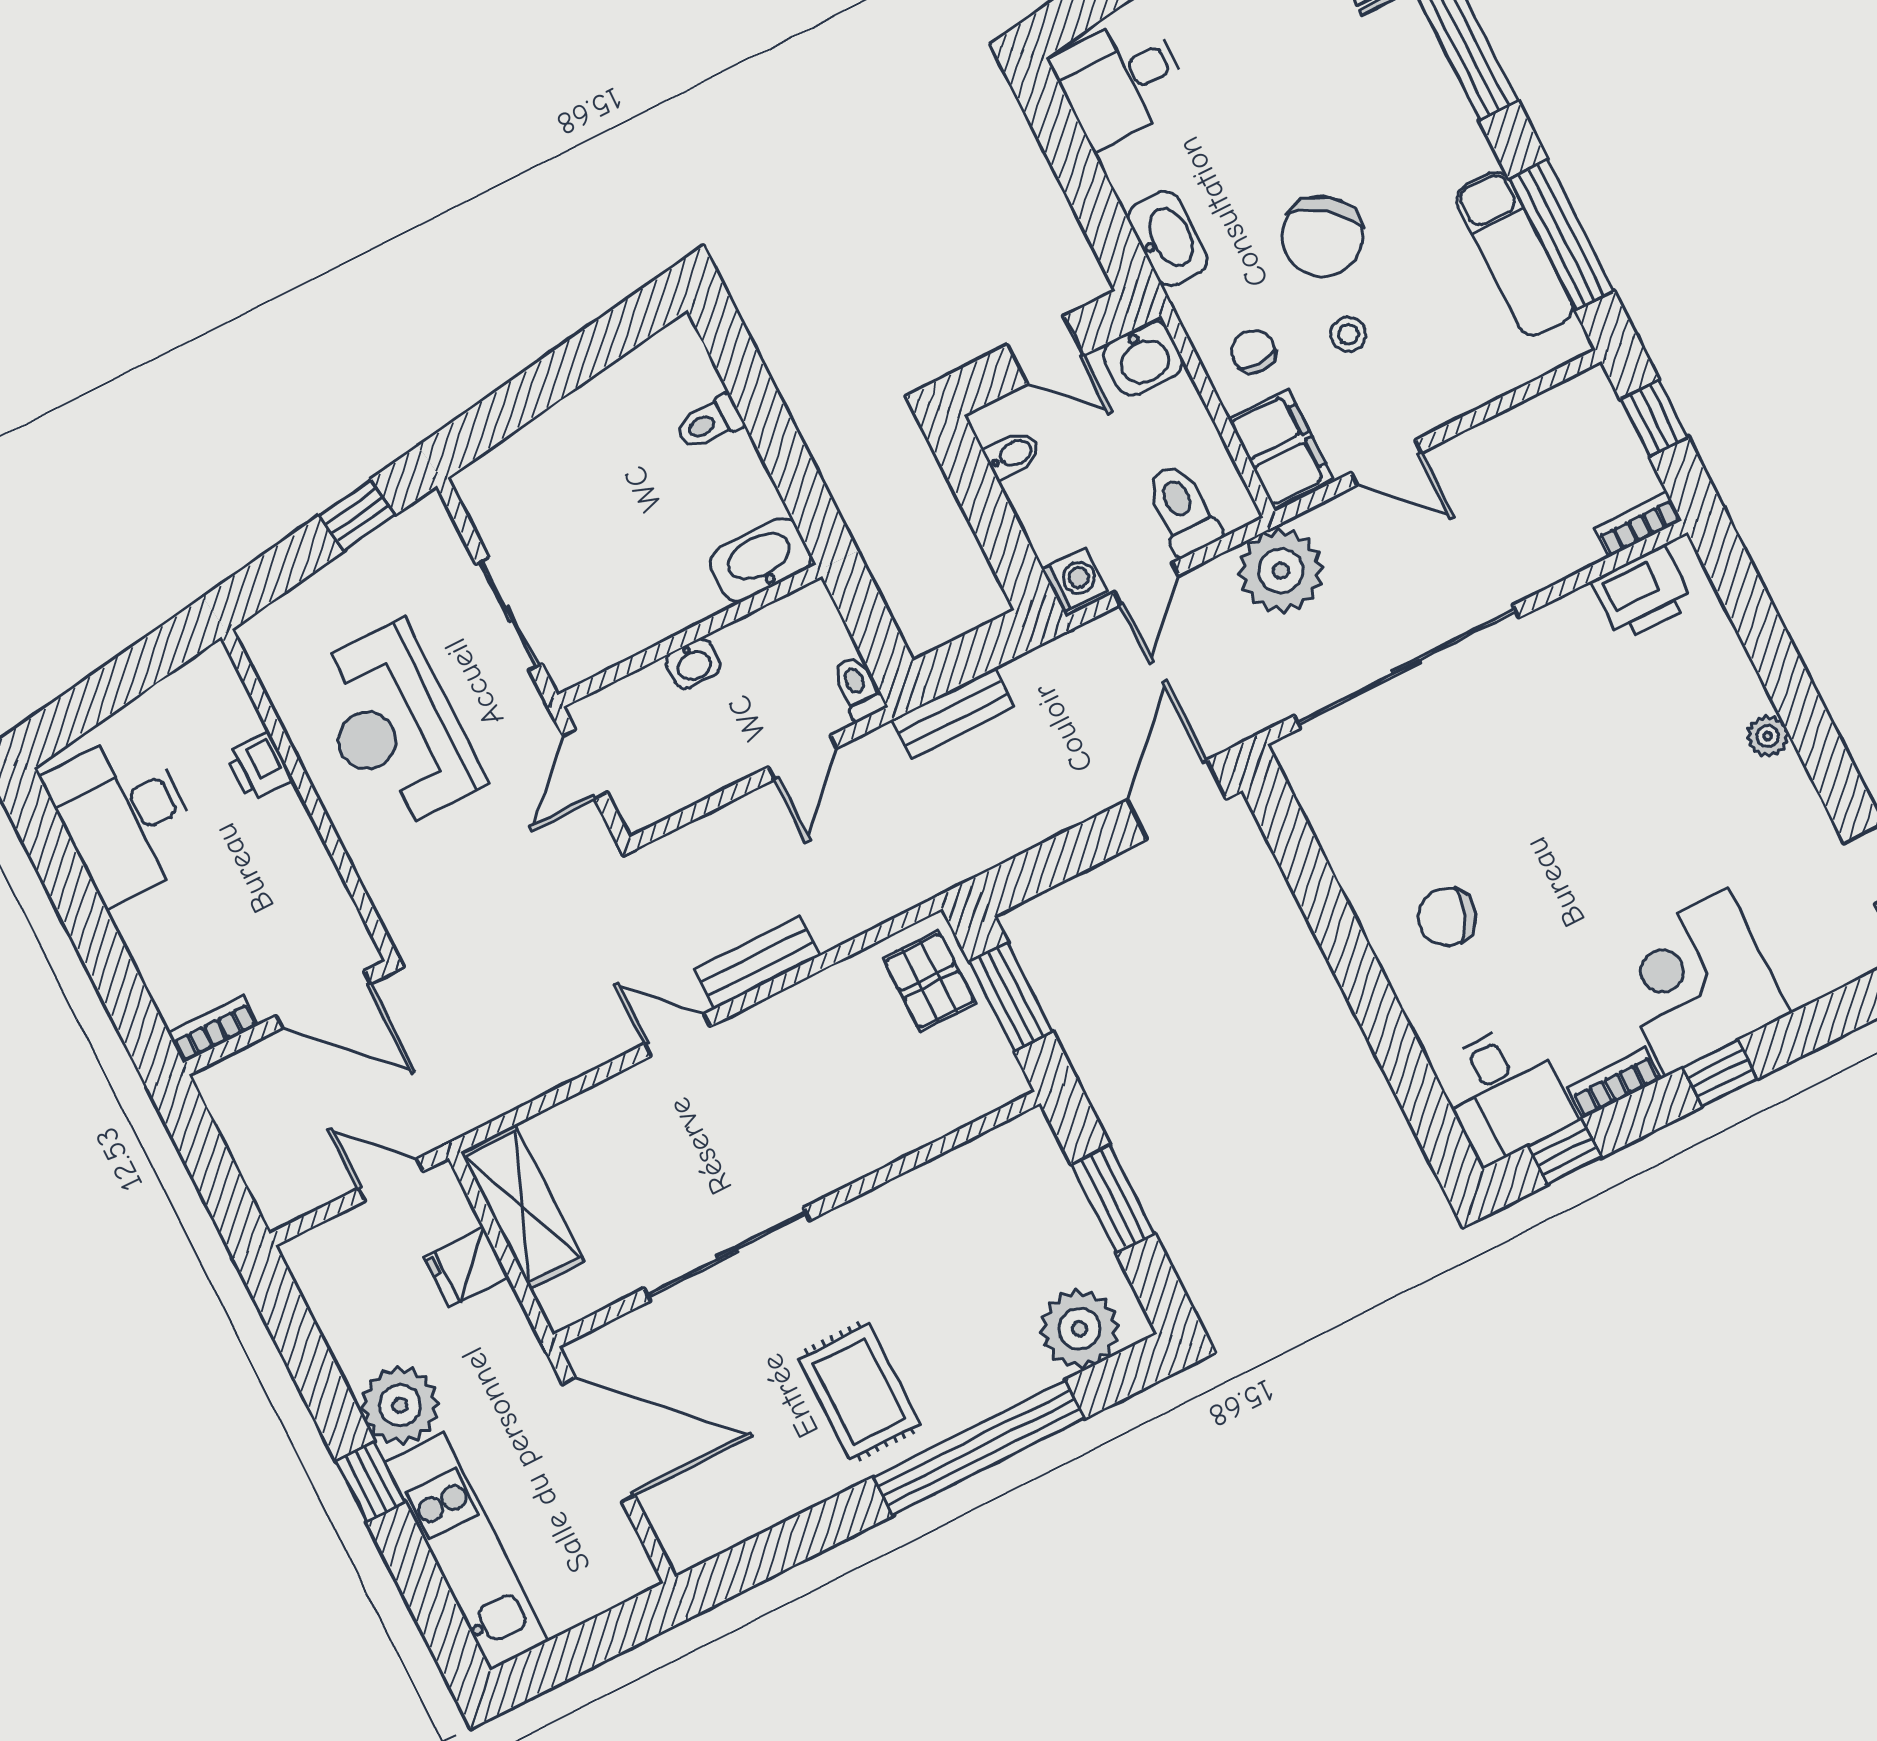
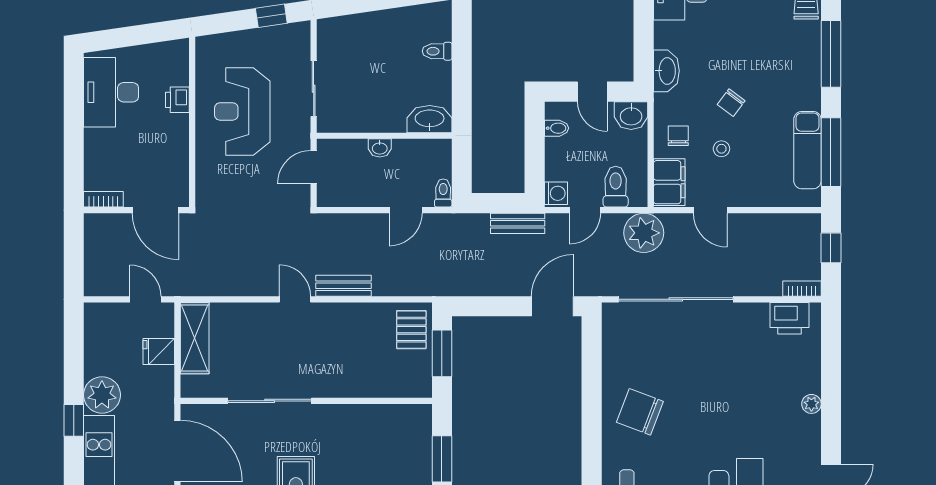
chair: (1322, 236) -> (731, 103), width x0.54, depth x0.54
bench: (953, 713) -> (518, 223), moved
chair: (1447, 917) -> (640, 412), width x1.37, depth x1.37

